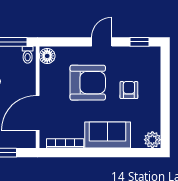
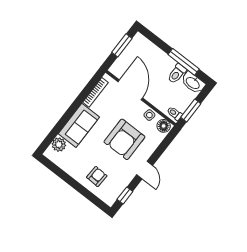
side table: (47, 77) -> (149, 115), added
armchair: (129, 90) -> (97, 177), moved, turned -87
plant: (152, 140) -> (59, 145), moved

